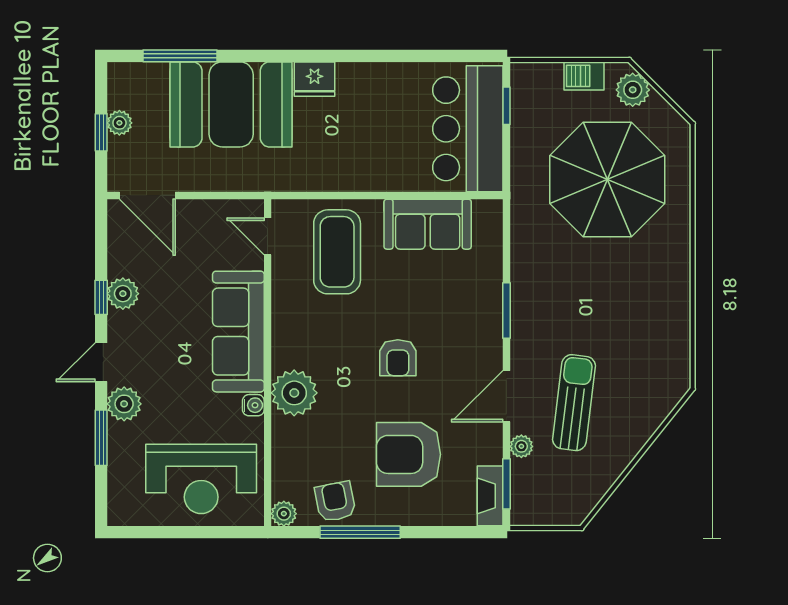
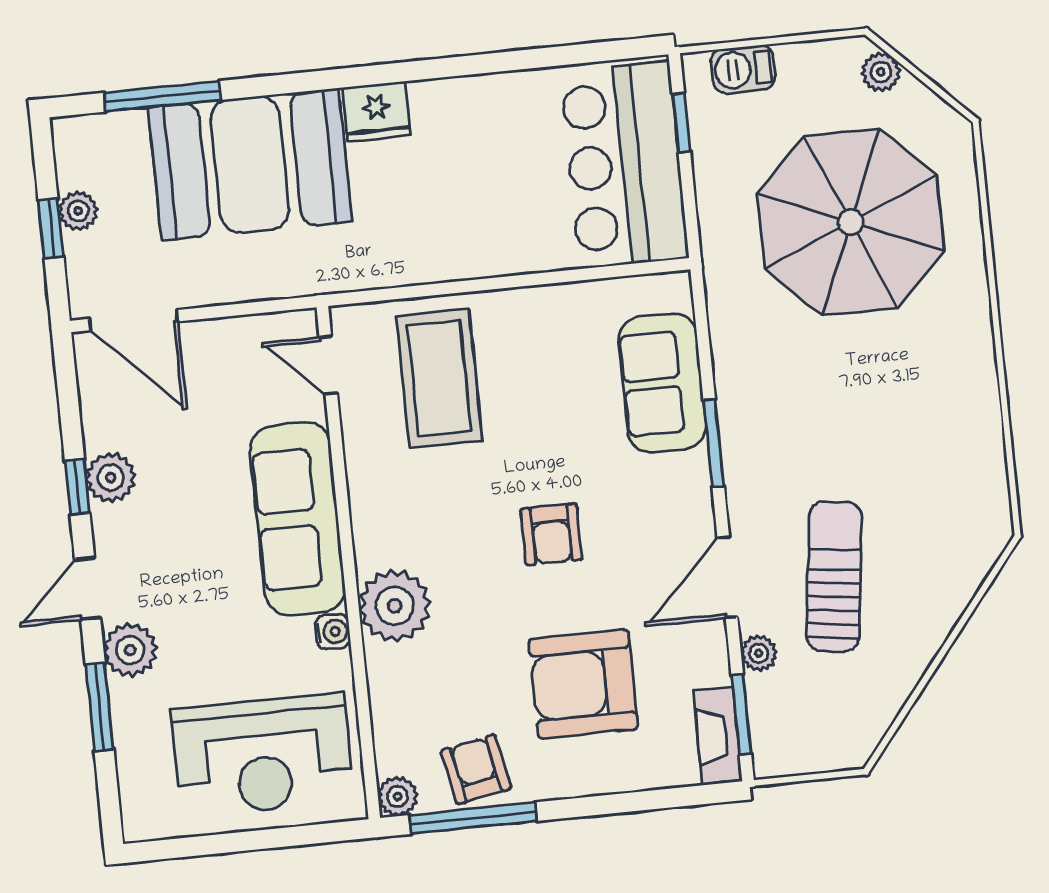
barbecue: (584, 76) -> (743, 69), moved
plant: (633, 90) -> (881, 72), width x0.73, depth x0.73
sofa: (428, 224) -> (662, 383), moved, turned 90
window: (360, 532) -> (473, 818), moved

